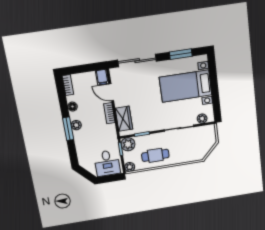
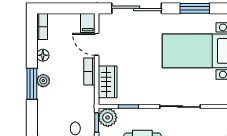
plant: (202, 119) -> (213, 98), removed

